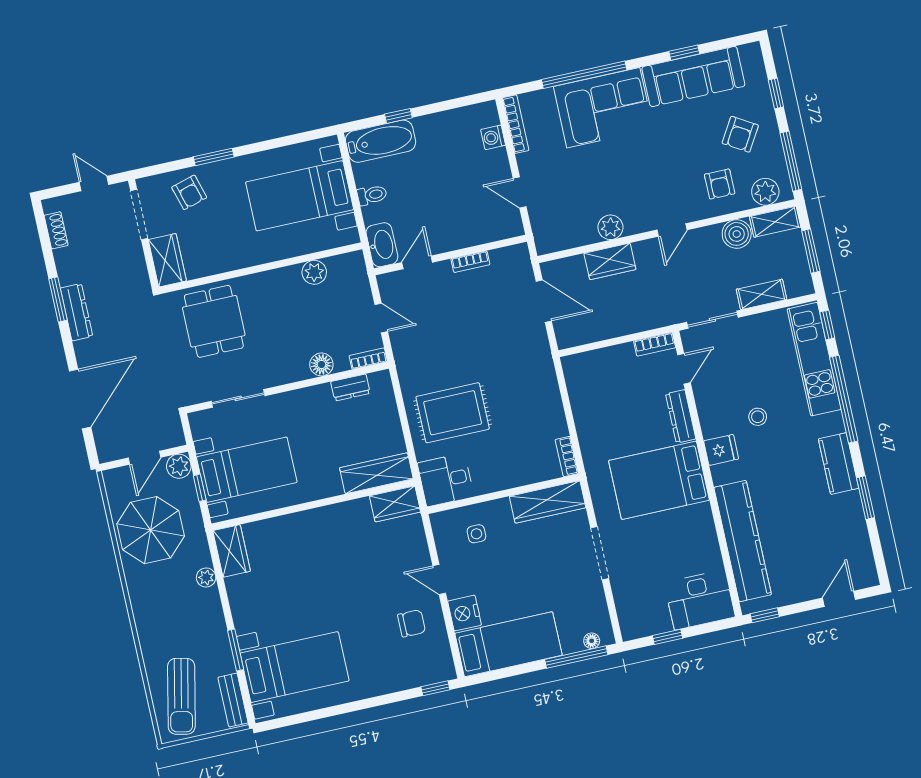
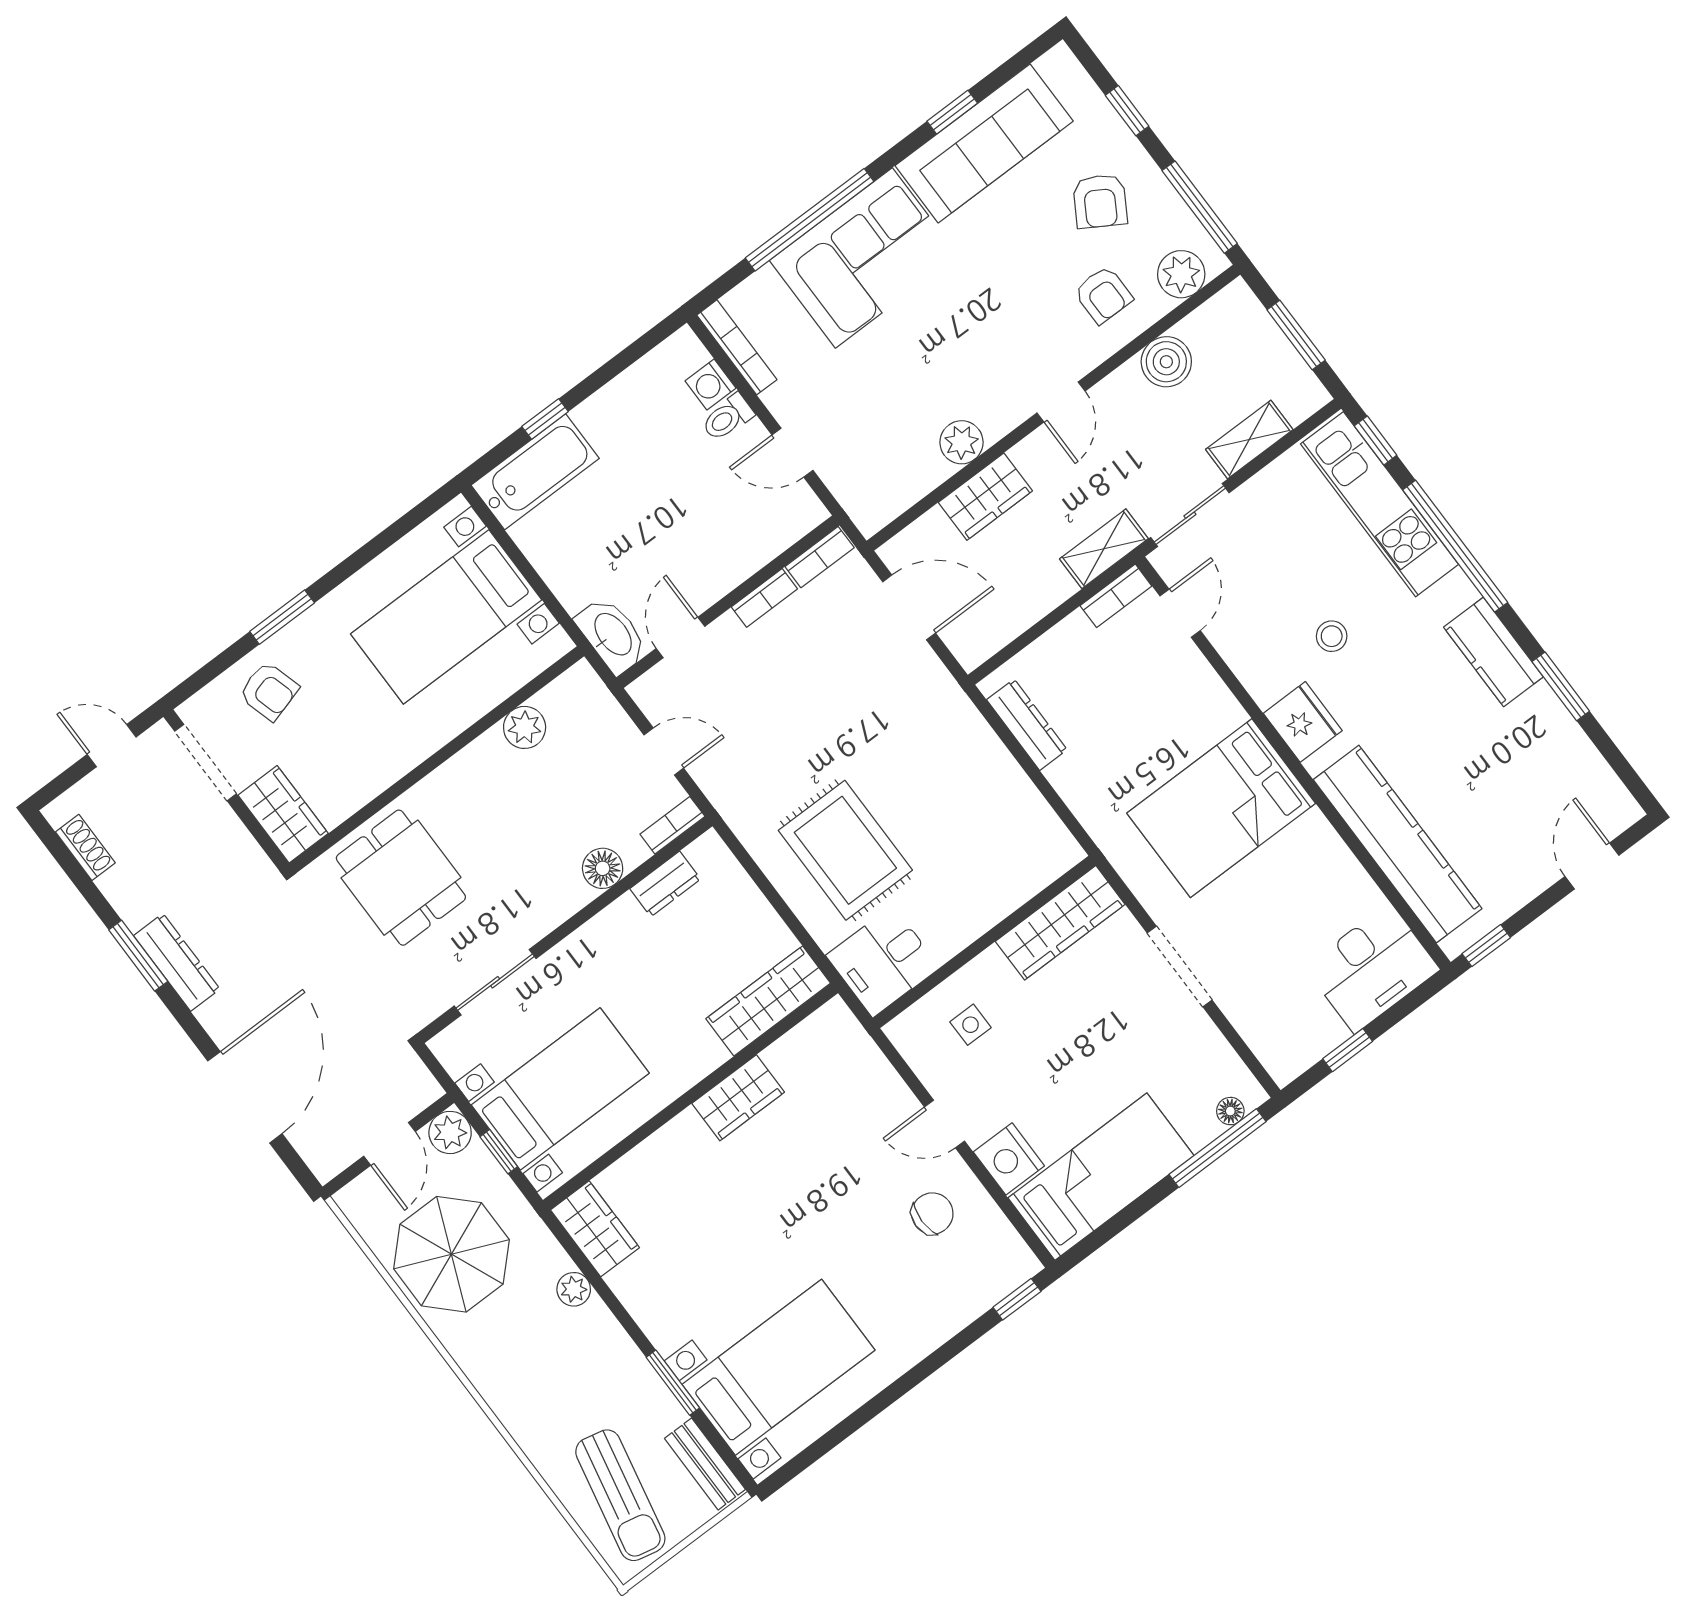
toilet: (372, 195) -> (728, 418), moved, turned 180
shelving: (775, 222) -> (1104, 549), moved
rug: (453, 413) -> (845, 850), turned 90
dresser: (681, 416) -> (1027, 725), moved, turned 180
fridge: (721, 450) -> (1303, 722), width x1.38
bookcase: (567, 456) -> (820, 557), moved, turned -90
wardrobe: (395, 504) -> (738, 1098), moved

